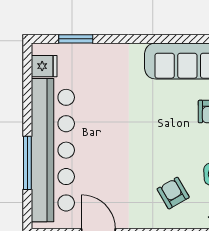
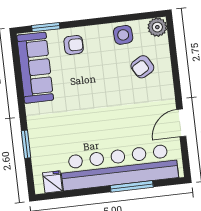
window: (76, 39) -> (26, 144), moved

